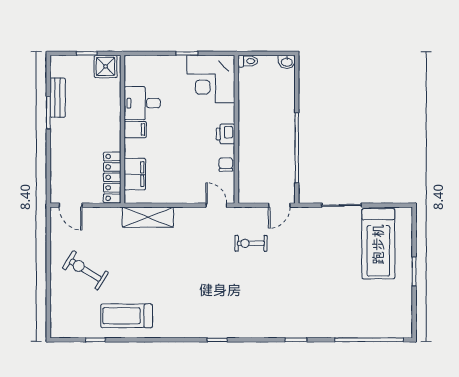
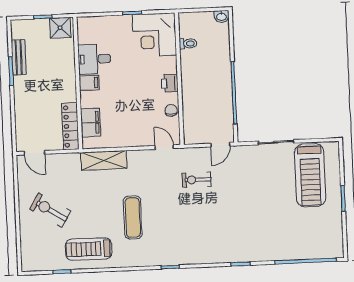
toilet: (248, 61) -> (188, 44), moved
exercise mat: (178, 282) -> (133, 217), added

